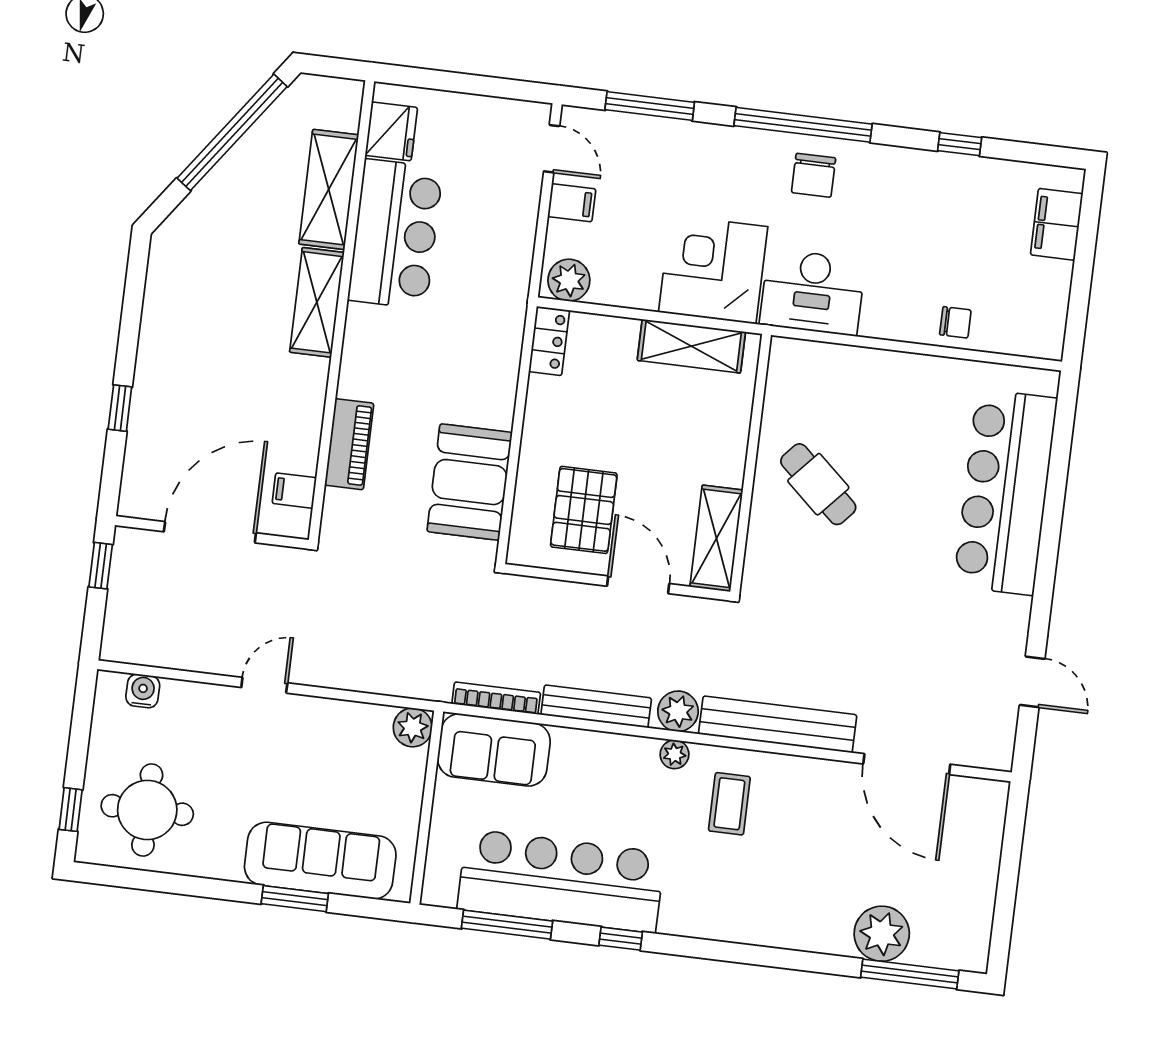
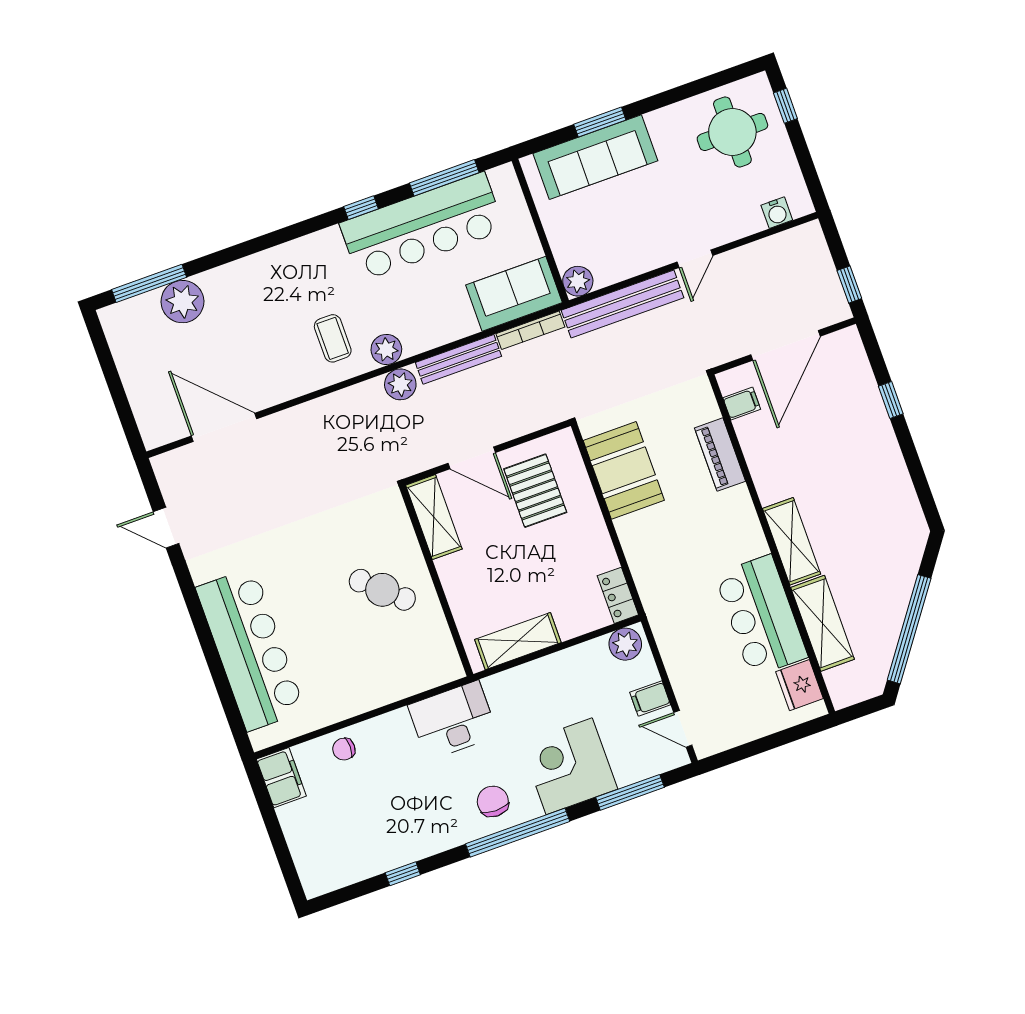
filing cabinet: (1057, 224) -> (281, 778), moved
corner desk: (713, 269) -> (569, 766), moved, turned 180
bench: (778, 724) -> (622, 304), moved
plant: (675, 754) -> (386, 349), width x1.38, depth x1.38

